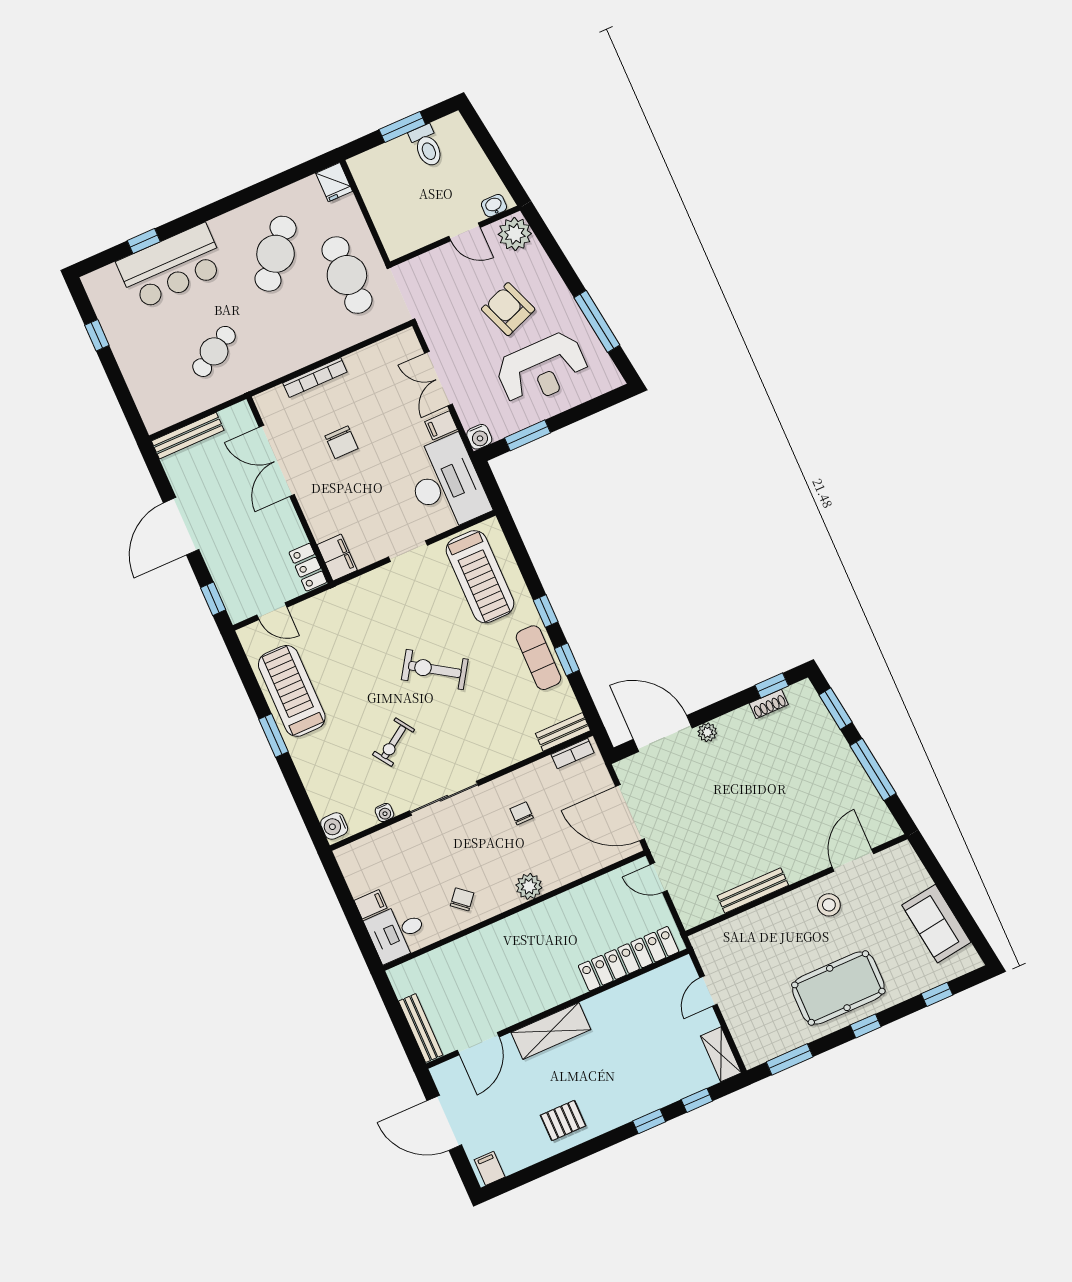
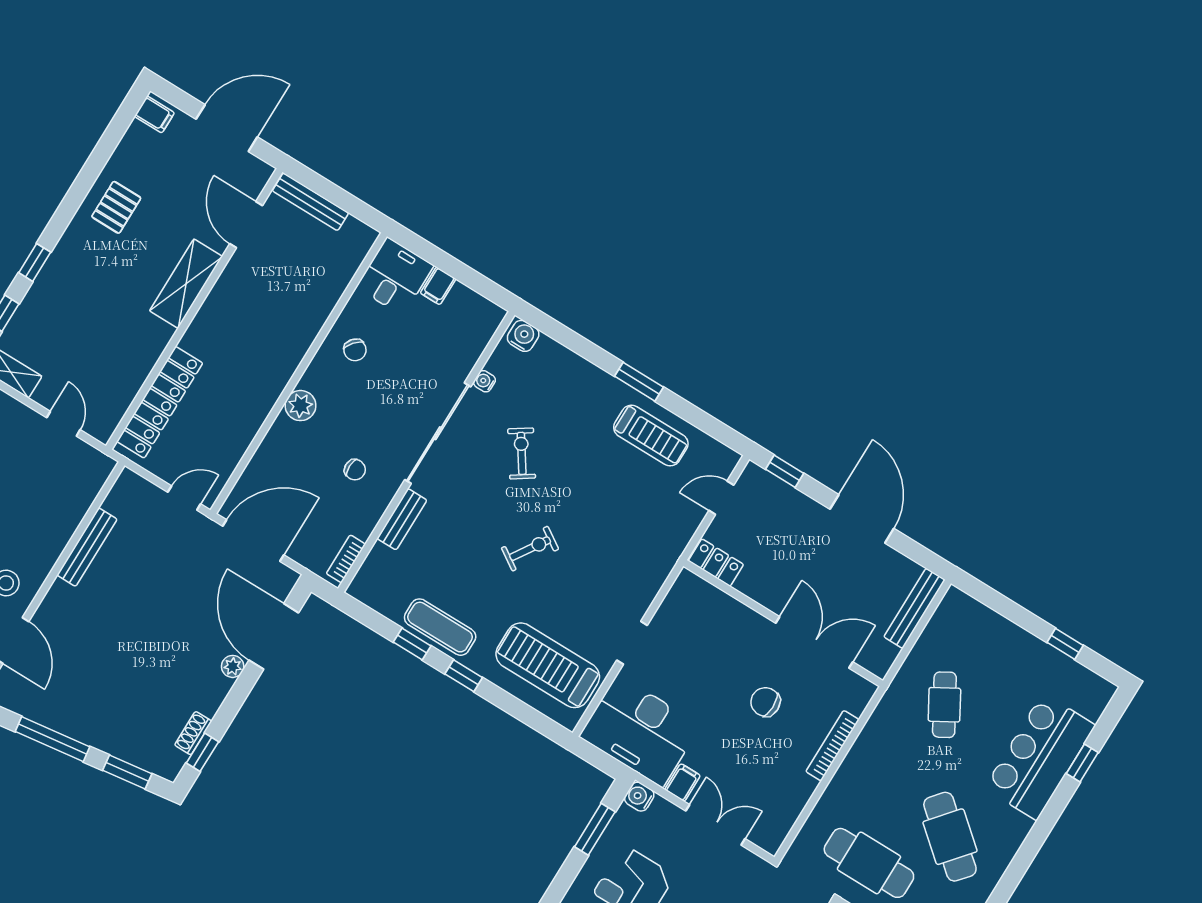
filing cabinet: (337, 557) -> (695, 591), removed
exercise bike: (435, 670) -> (530, 549), width x0.73, depth x0.72
treadmill: (292, 691) -> (651, 436), width x0.73, depth x0.73
bench: (563, 732) -> (402, 519), moved
door: (663, 734) -> (274, 636), swing flipped
sliding door: (444, 798) -> (438, 433), width x1.36

